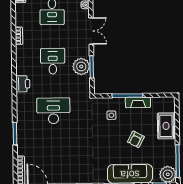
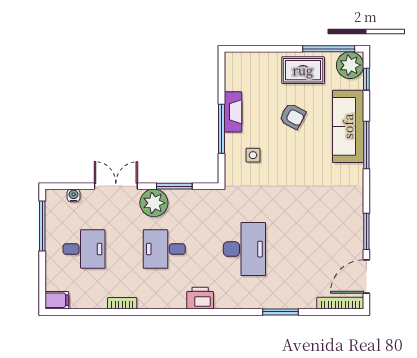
plant: (81, 67) -> (154, 203), moved
desk: (53, 111) -> (244, 249), turned 180
rug: (166, 126) -> (303, 70), moved

